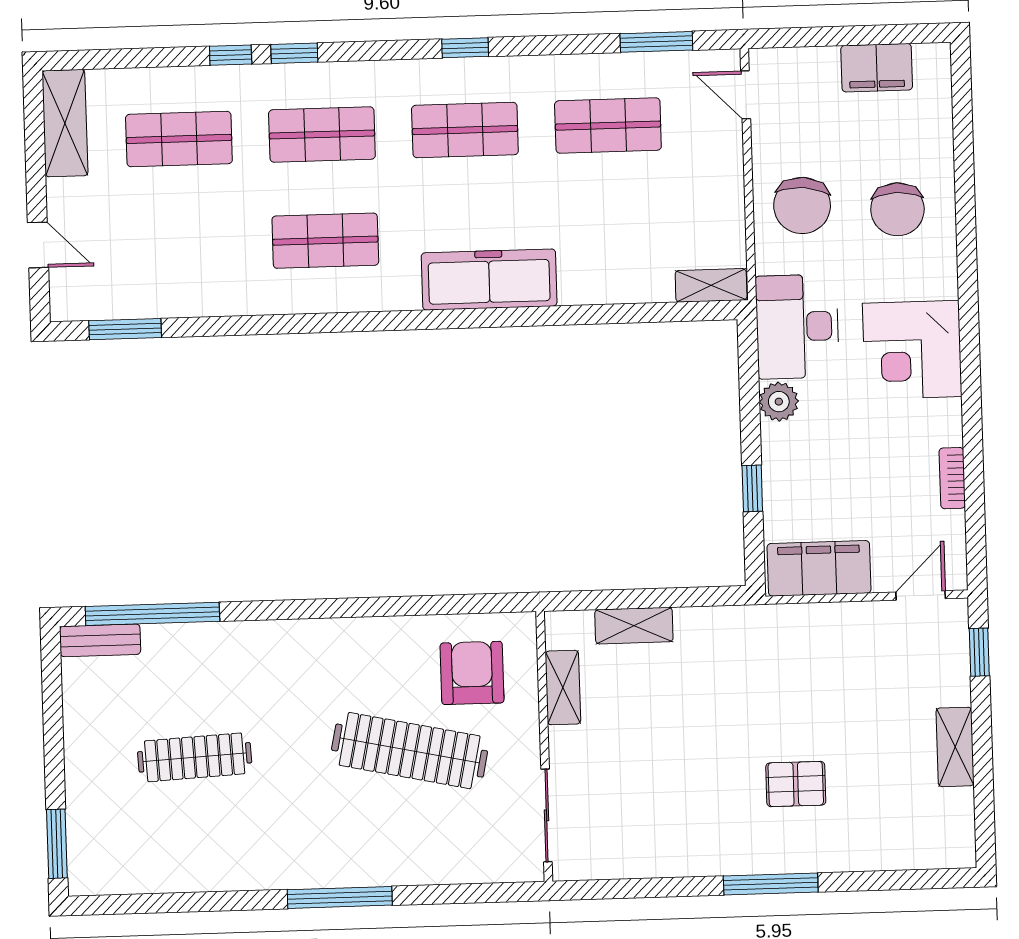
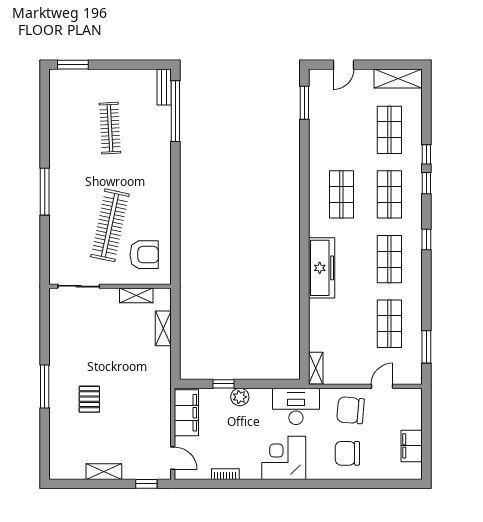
window: (465, 48) -> (426, 239), moved
door: (746, 95) -> (382, 386), moved
plant: (779, 402) -> (240, 397), moved

